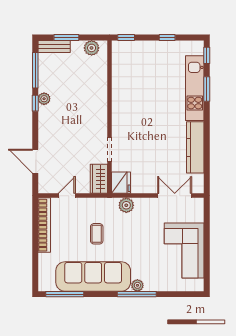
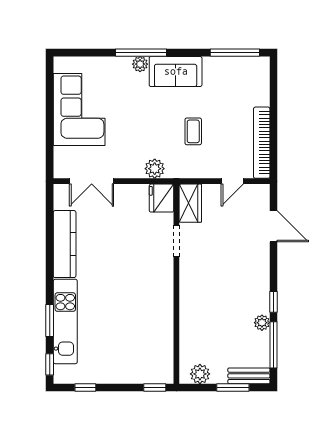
window: (167, 38) -> (85, 388), moved
plant: (44, 99) -> (262, 323), moved
sofa: (93, 277) -> (176, 71), width x0.54, depth x0.79

